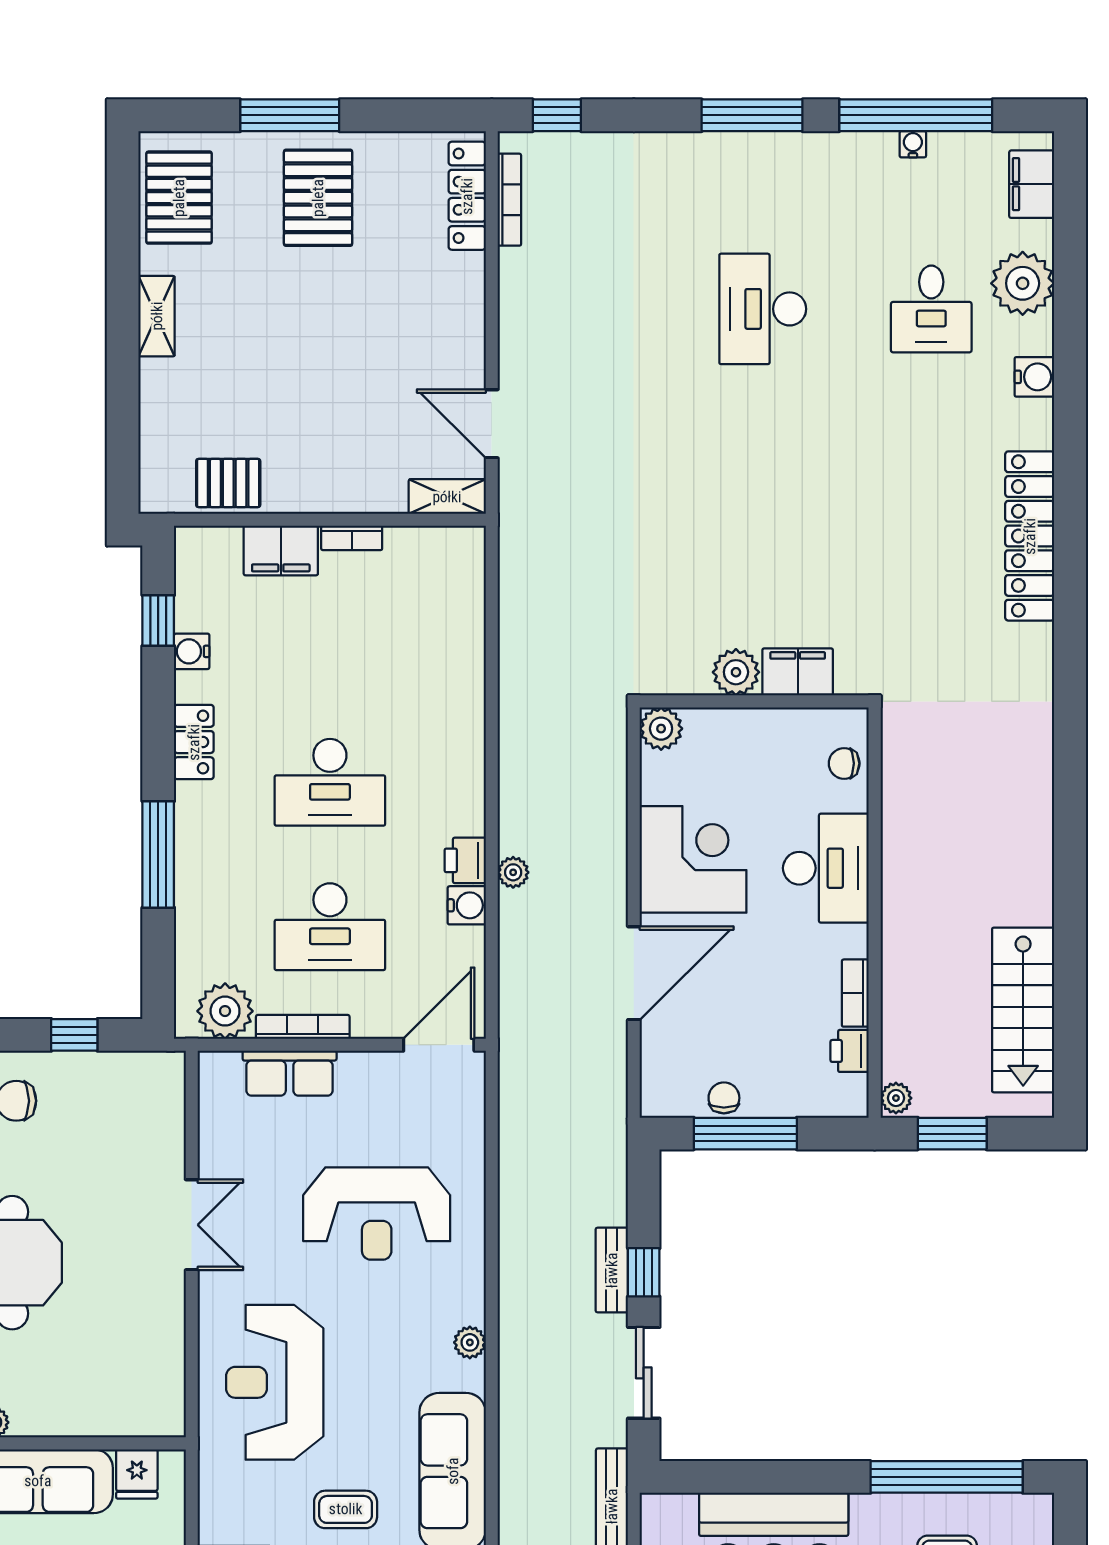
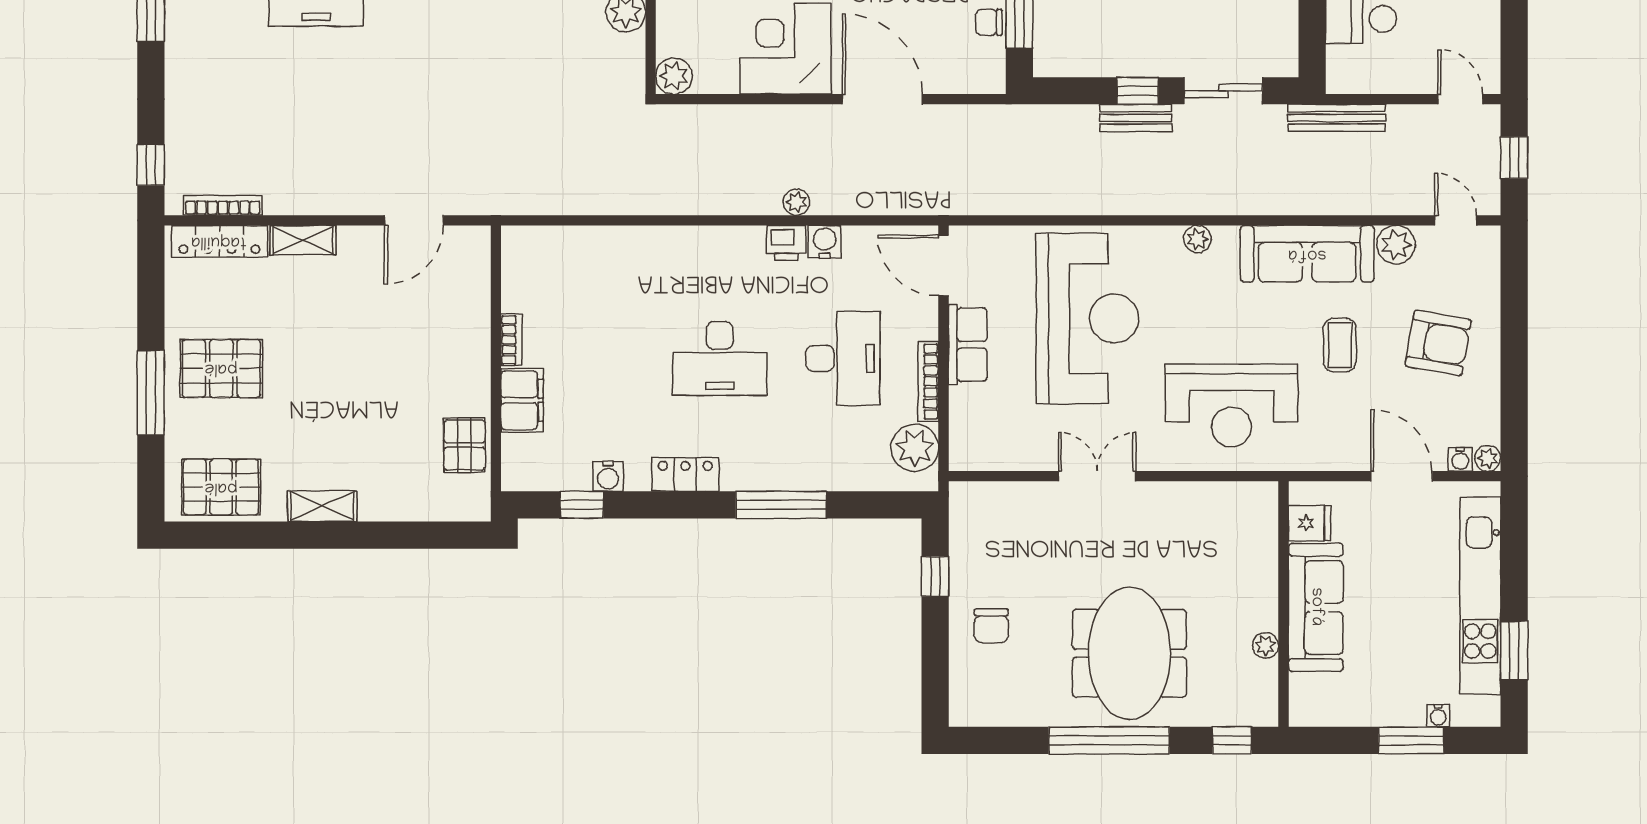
shelving: (447, 497) -> (303, 240), moved, turned 90
desk: (330, 782) -> (720, 358), turned 90
row of seats: (290, 1073) -> (968, 345), moved
reception desk: (377, 1213) -> (1087, 318), width x1.36, depth x1.30

